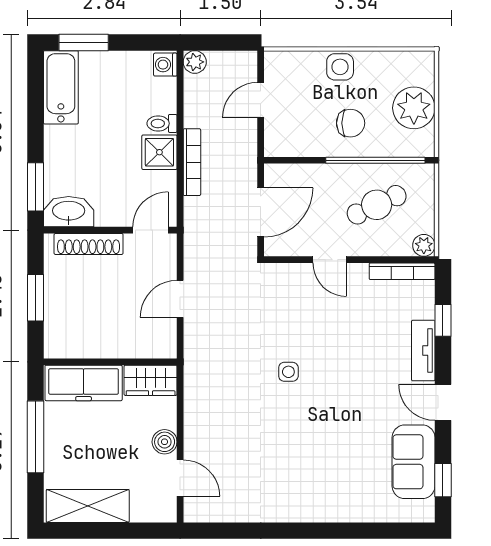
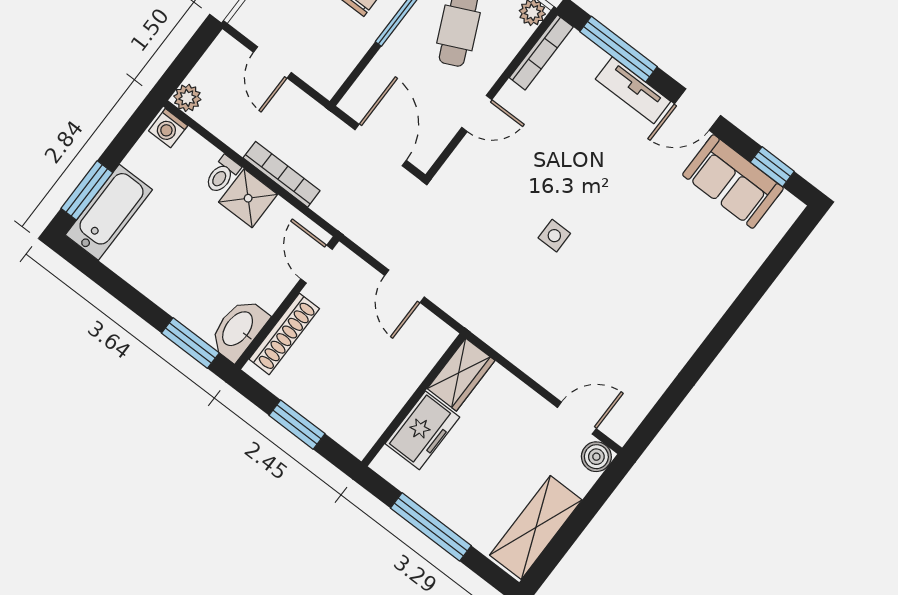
bathtub: (61, 87) -> (109, 212), moved, turned 90
window: (443, 320) -> (619, 49), width x2.17
freezer: (84, 383) -> (422, 430), width x0.71
boiler: (165, 442) -> (596, 457), moved

